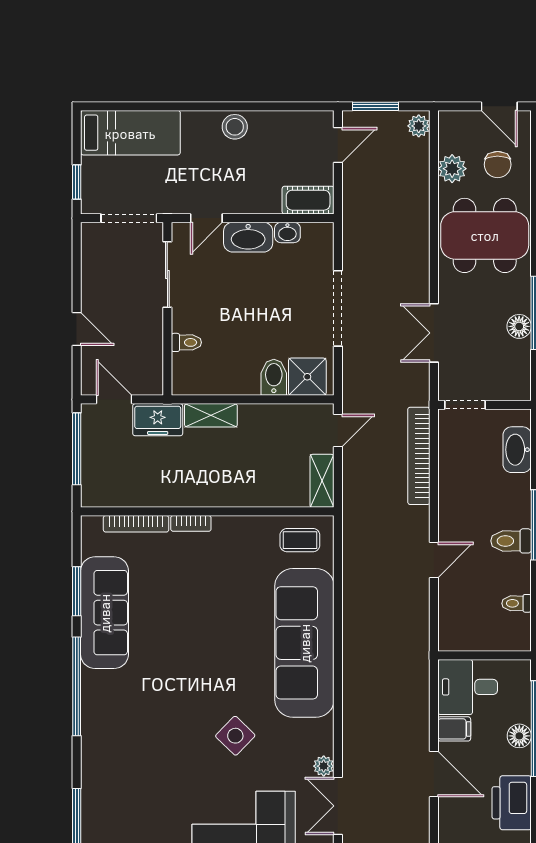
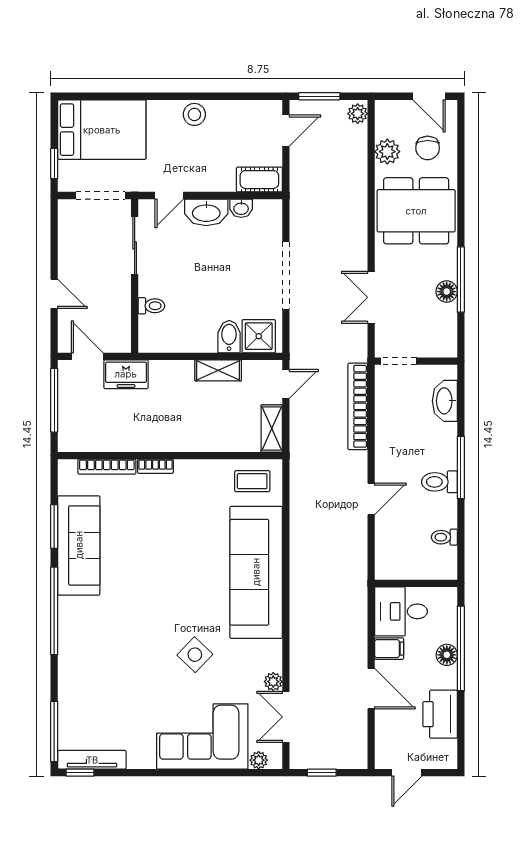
bed: (130, 133) -> (102, 130), width x1.50
shelving: (211, 415) -> (218, 370), moved

